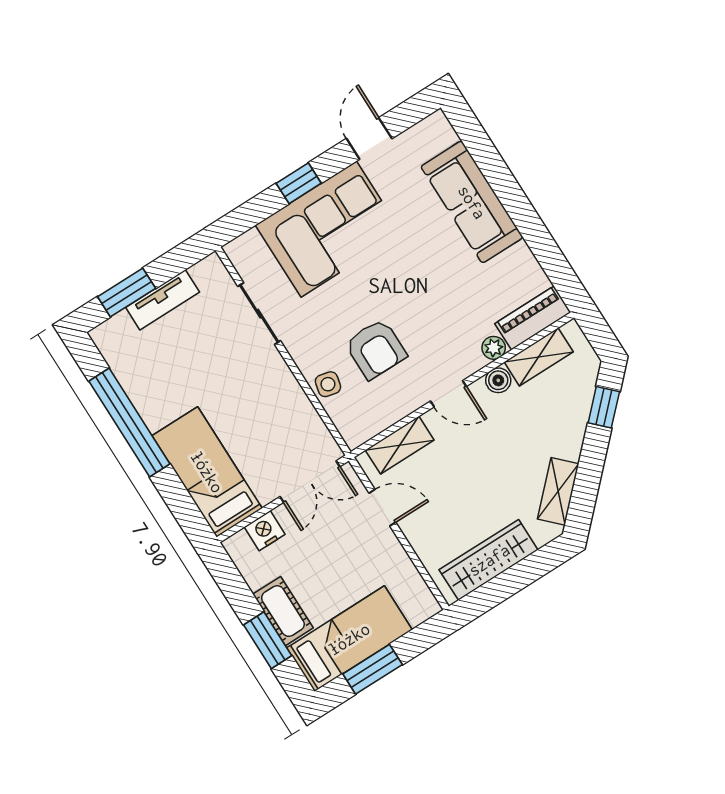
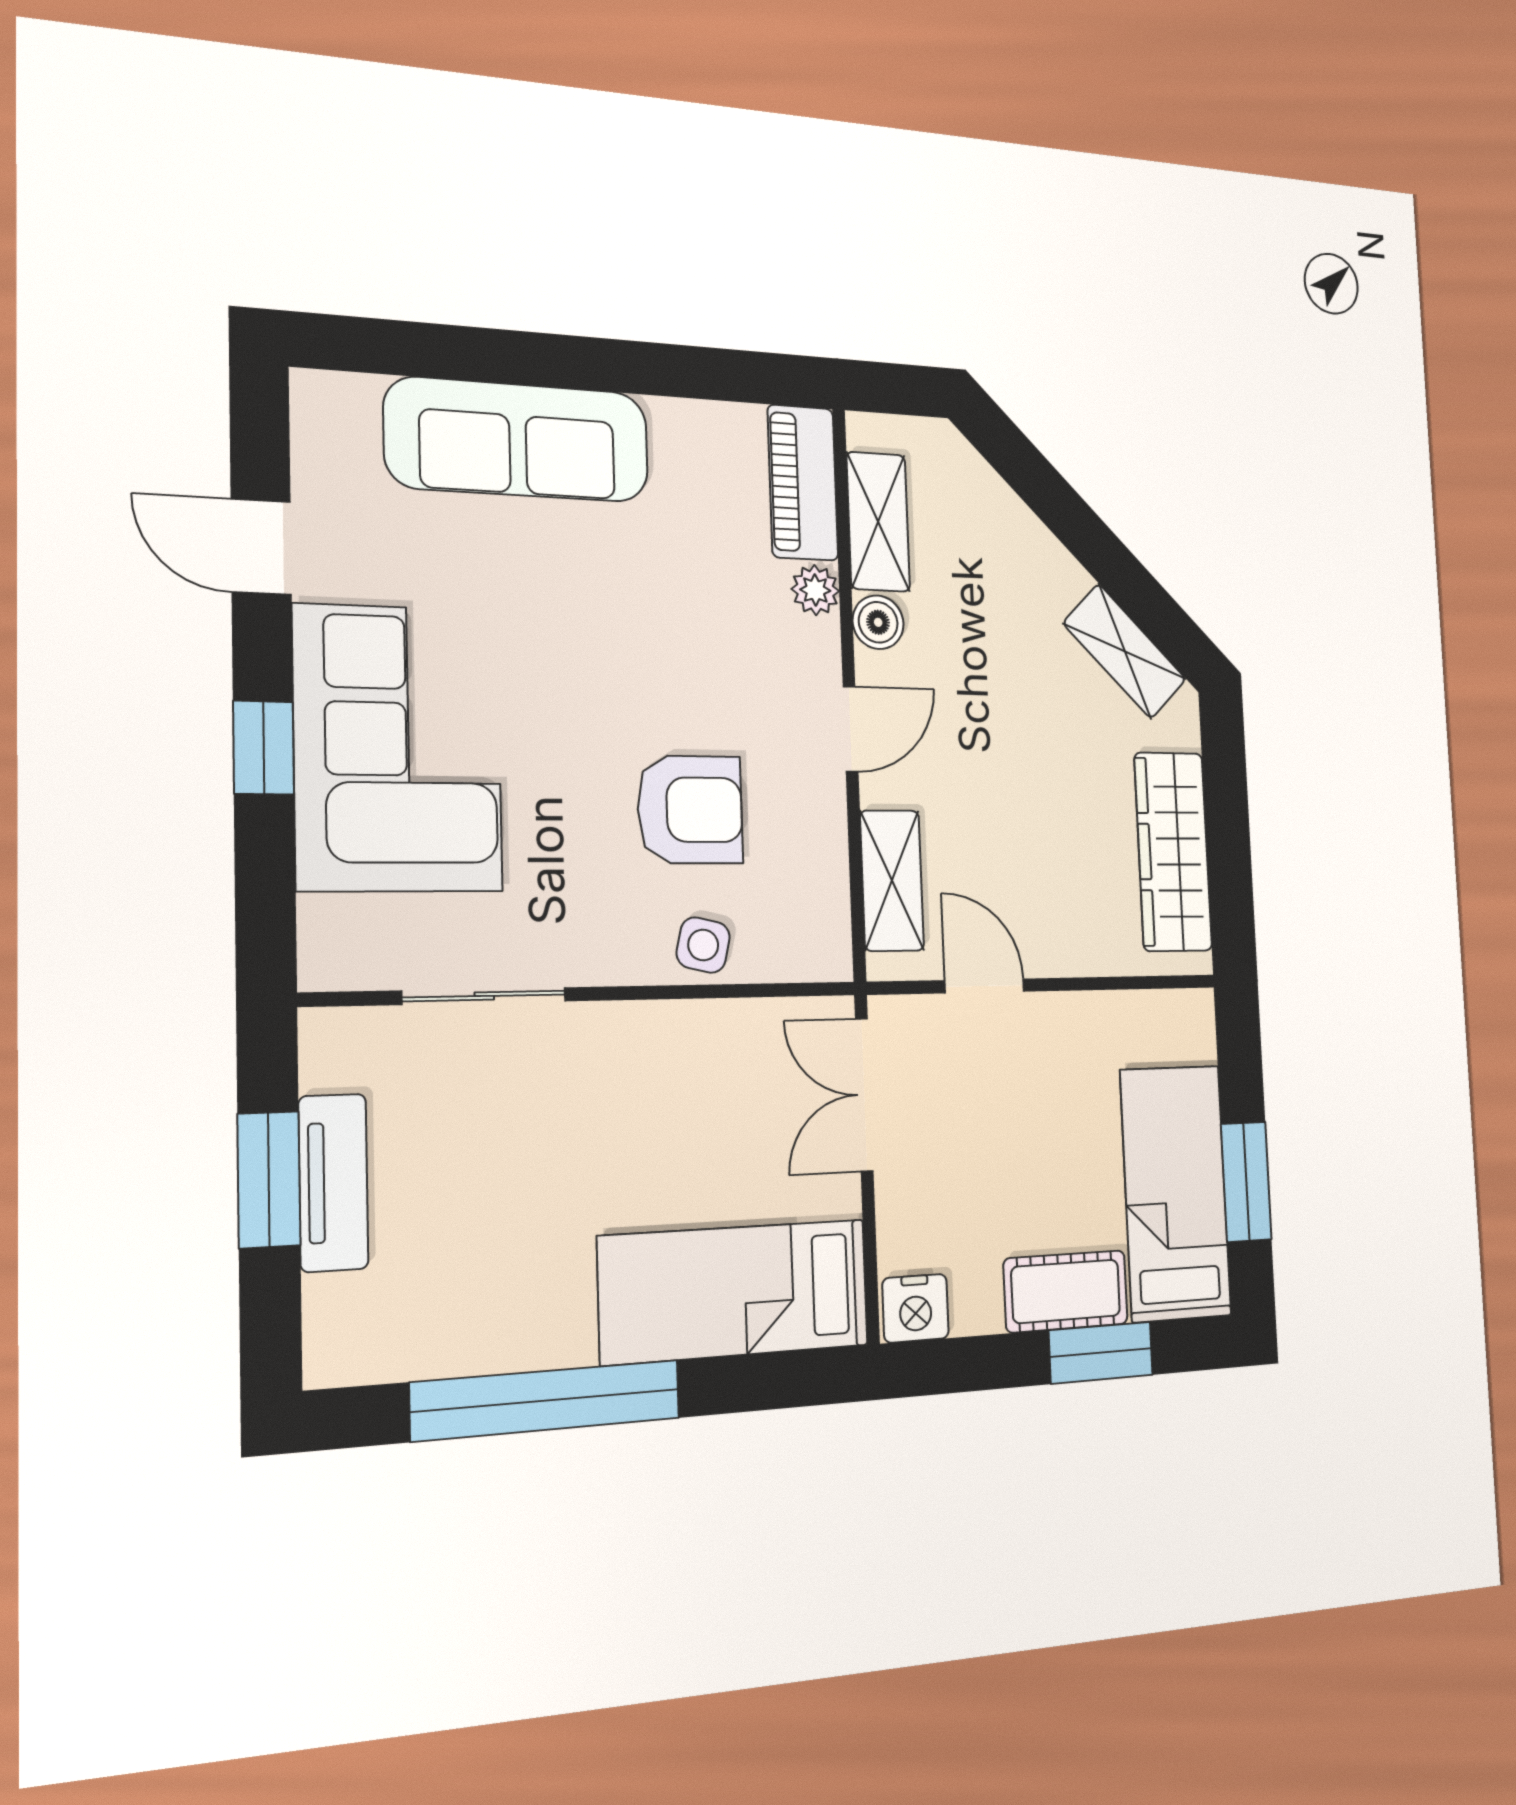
window: (127, 292) -> (269, 1180), moved
window: (604, 407) -> (1028, 472), removed
double door: (310, 482) -> (864, 1095), swing flipped
door: (382, 508) -> (984, 986), hinge flipped
nightstand: (265, 531) -> (915, 1308), moved, turned -90

